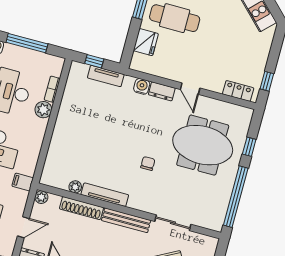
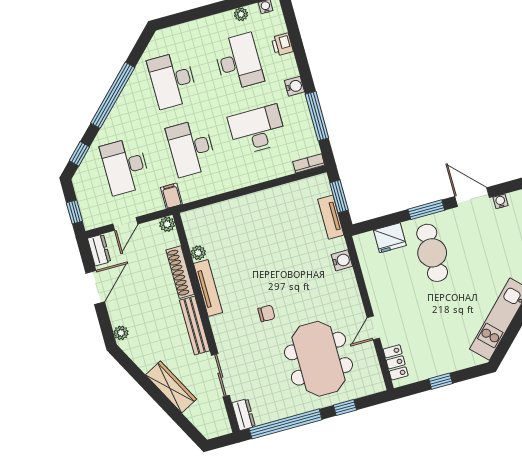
window: (94, 61) -> (339, 196), width x1.50
window: (267, 81) -> (441, 381), moved
bookcase: (52, 89) -> (309, 163), moved
door: (190, 89) -> (373, 328), moved
dresser: (162, 91) -> (244, 415), moved, turned 180
plant: (43, 110) -> (258, 173), removed
door: (23, 227) -> (125, 224), hinge flipped

